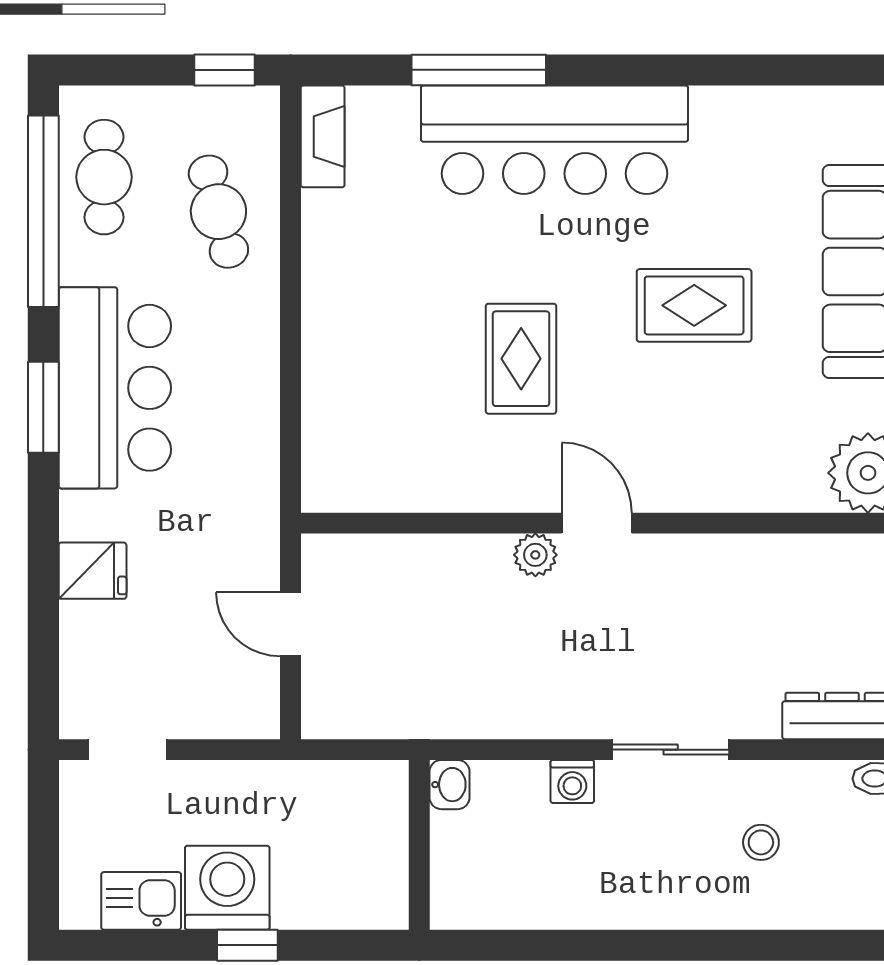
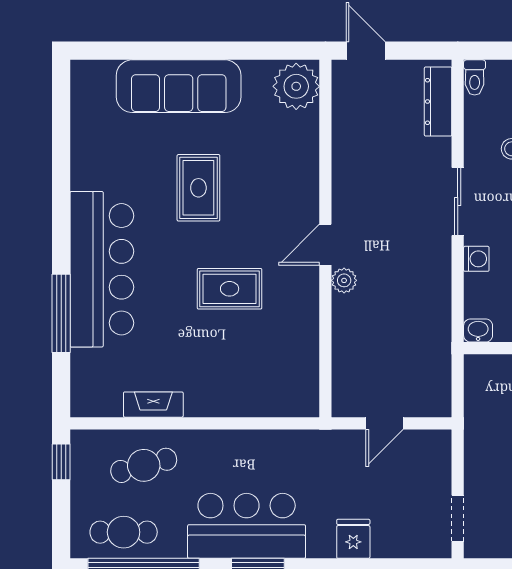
fireplace: (323, 136) -> (153, 405), moved

